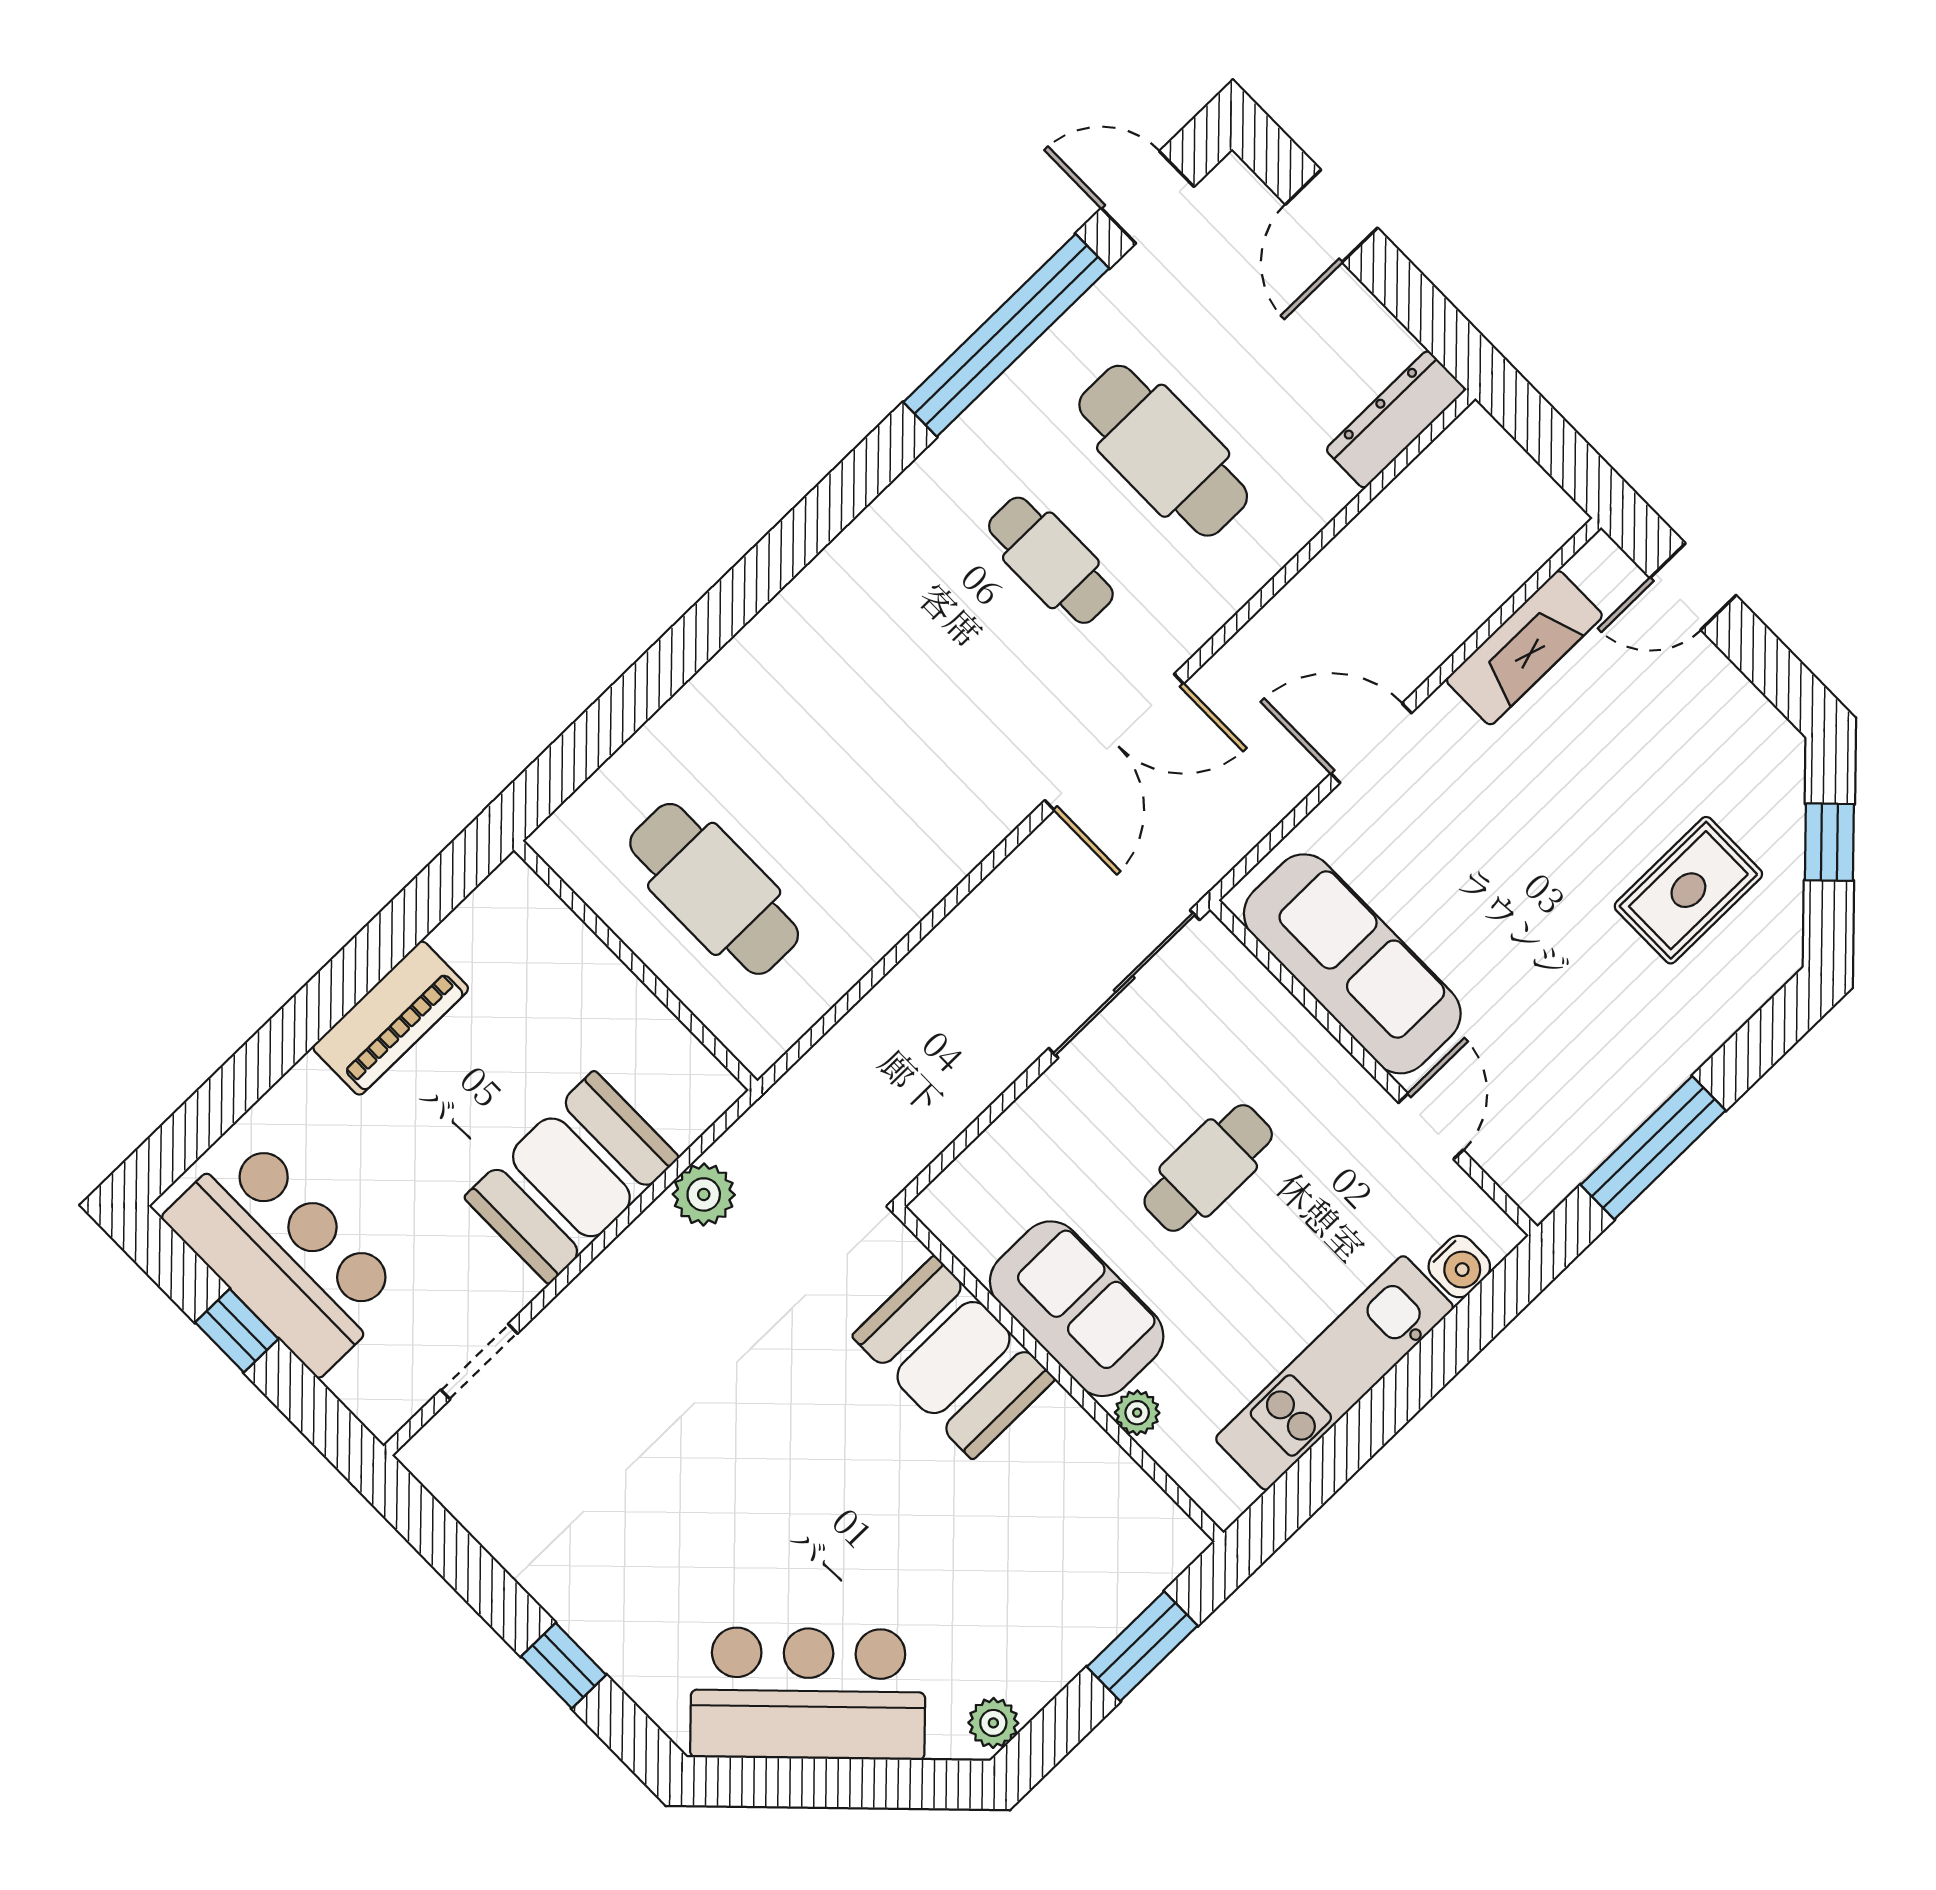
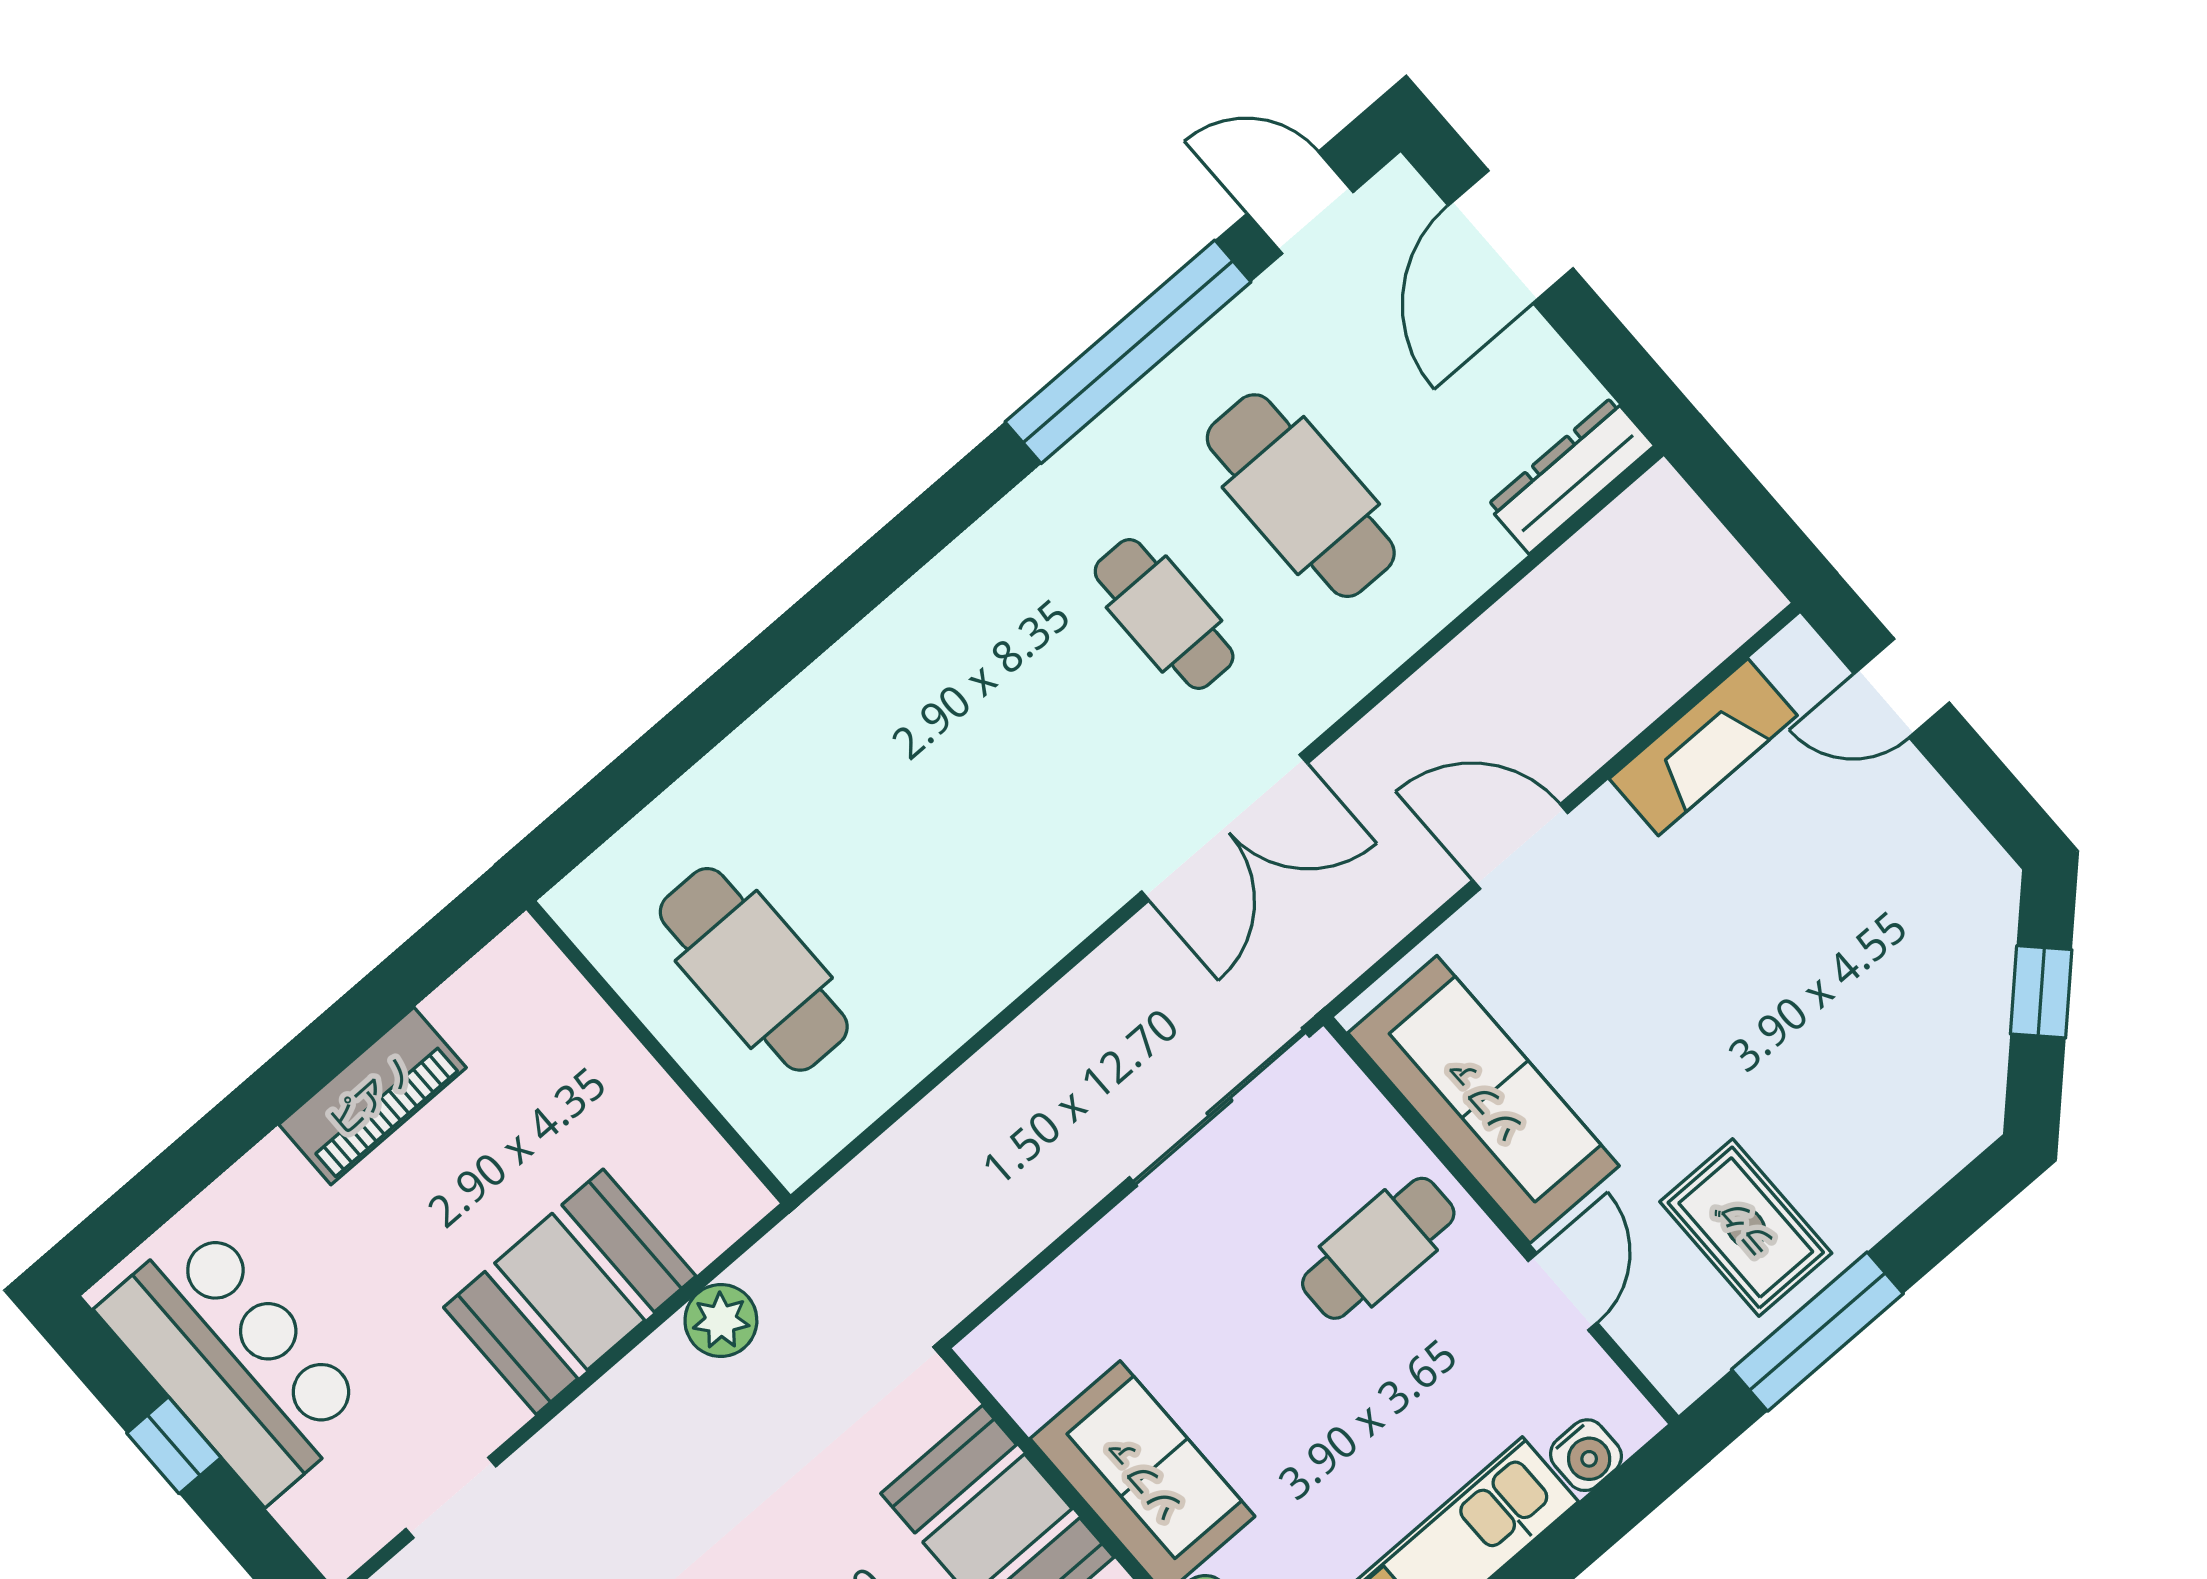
door: (1332, 216) -> (1511, 237), width x1.38
rug: (1688, 890) -> (1746, 1227), moved, turned 90
cafe table: (1208, 1168) -> (1378, 1248), moved

